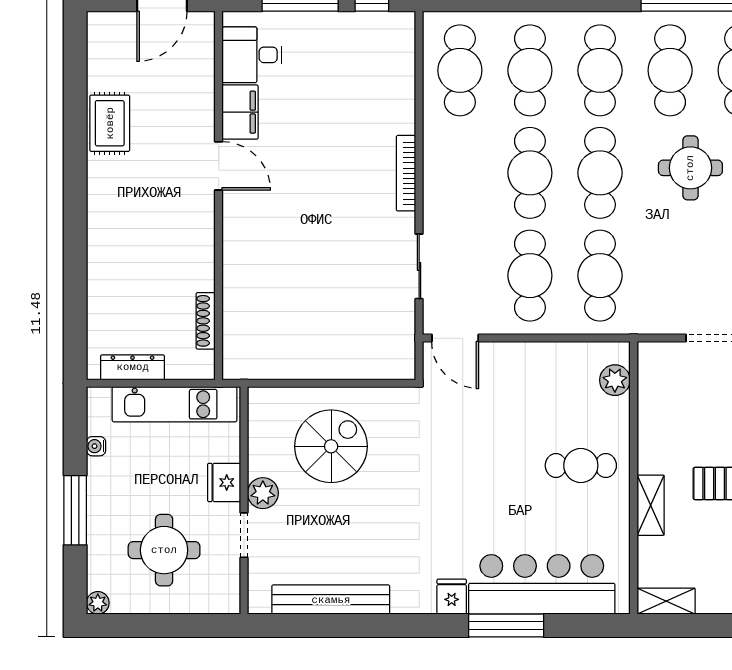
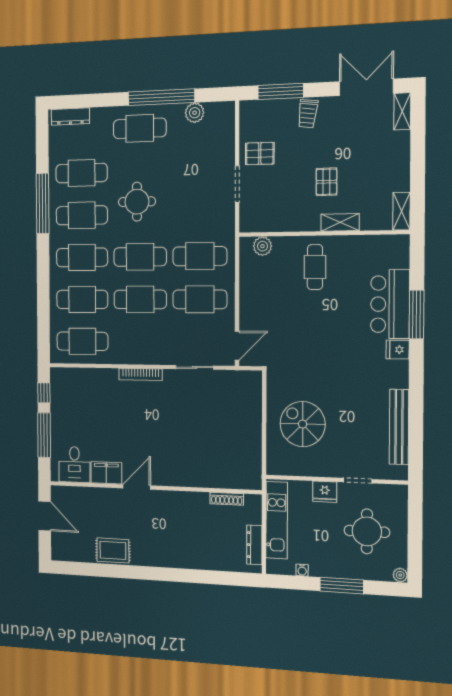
plant: (263, 493) -> (331, 468), removed
bar counter: (542, 584) -> (390, 304), width x0.73

